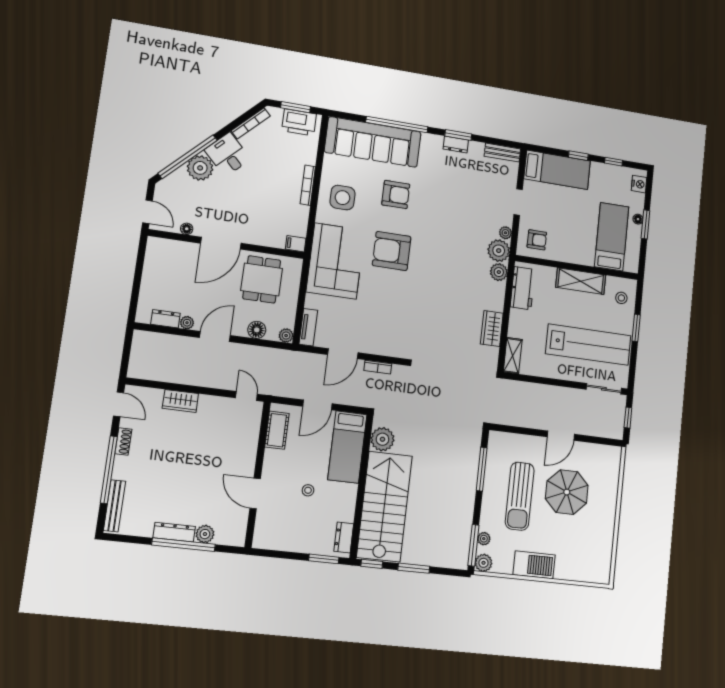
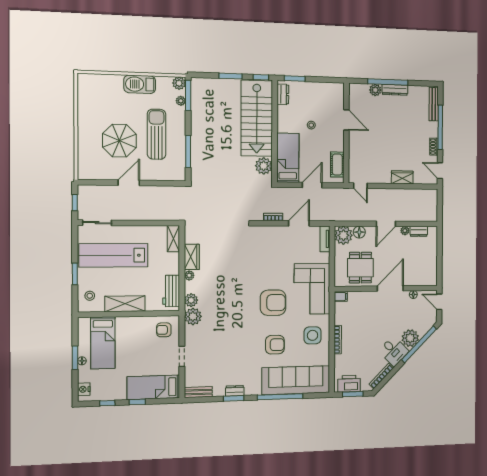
armchair: (396, 195) -> (275, 345), turned 180
plant: (505, 233) -> (189, 275), moved
plant: (286, 336) -> (343, 235), width x1.88, depth x1.88

